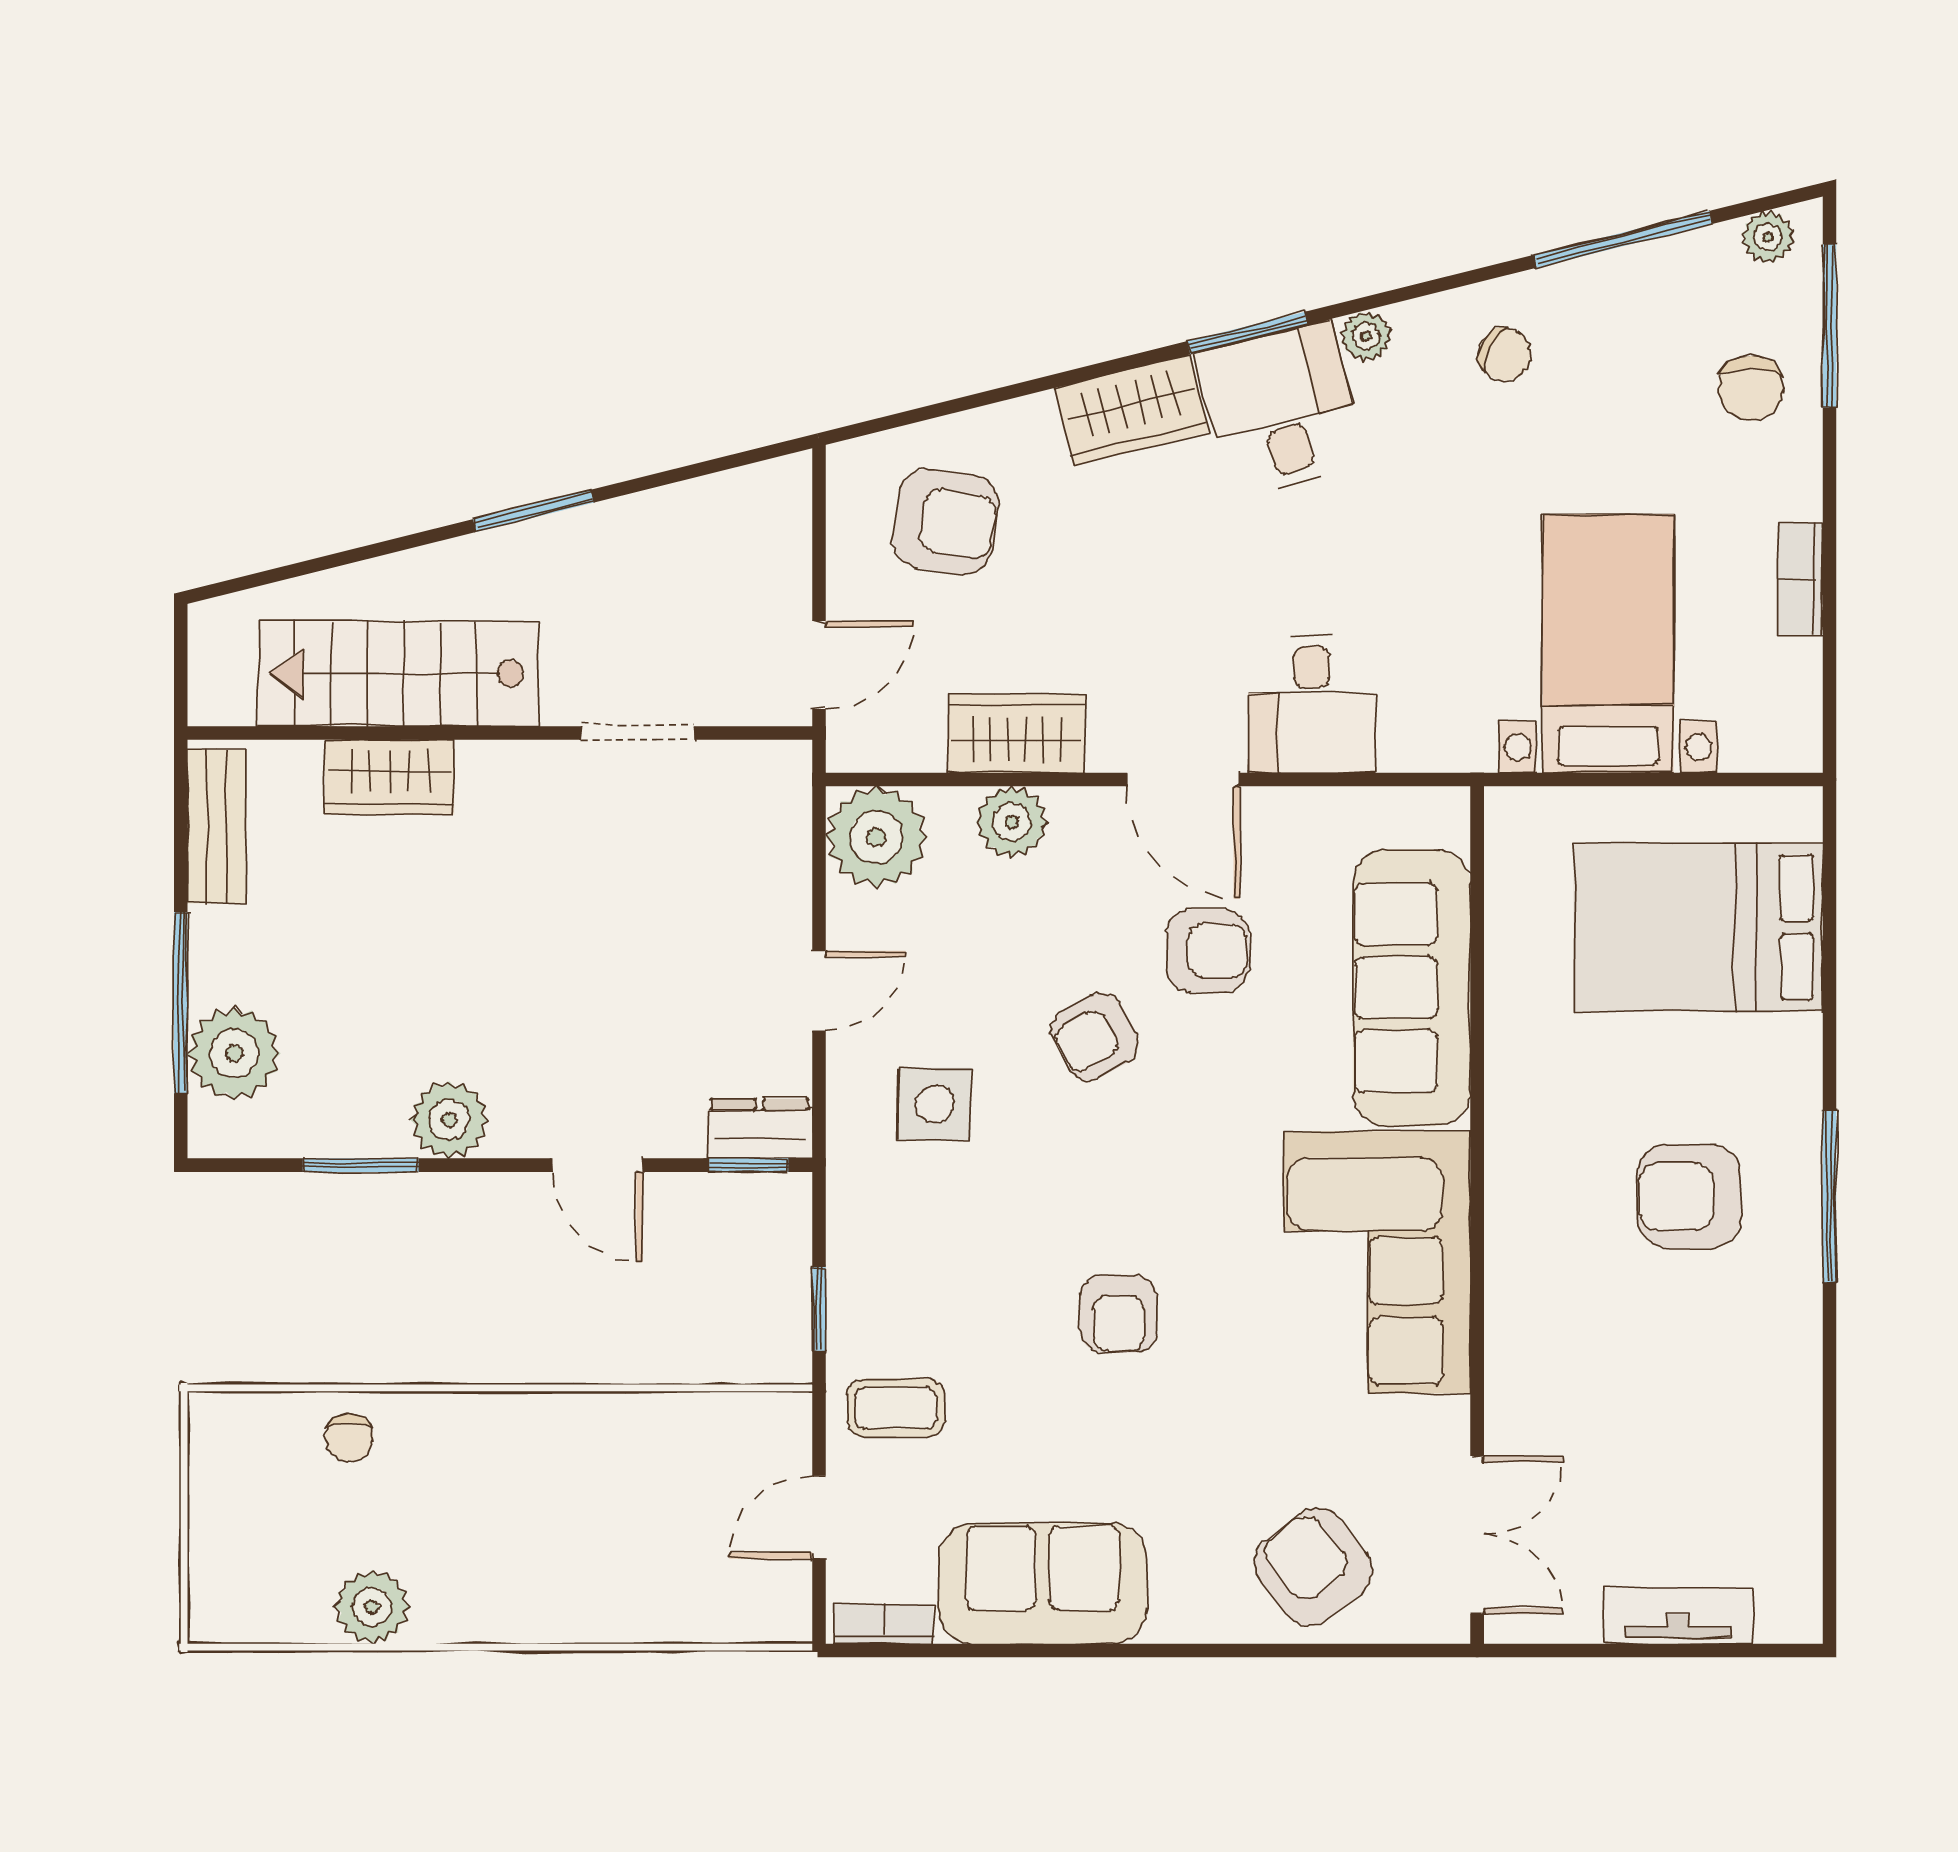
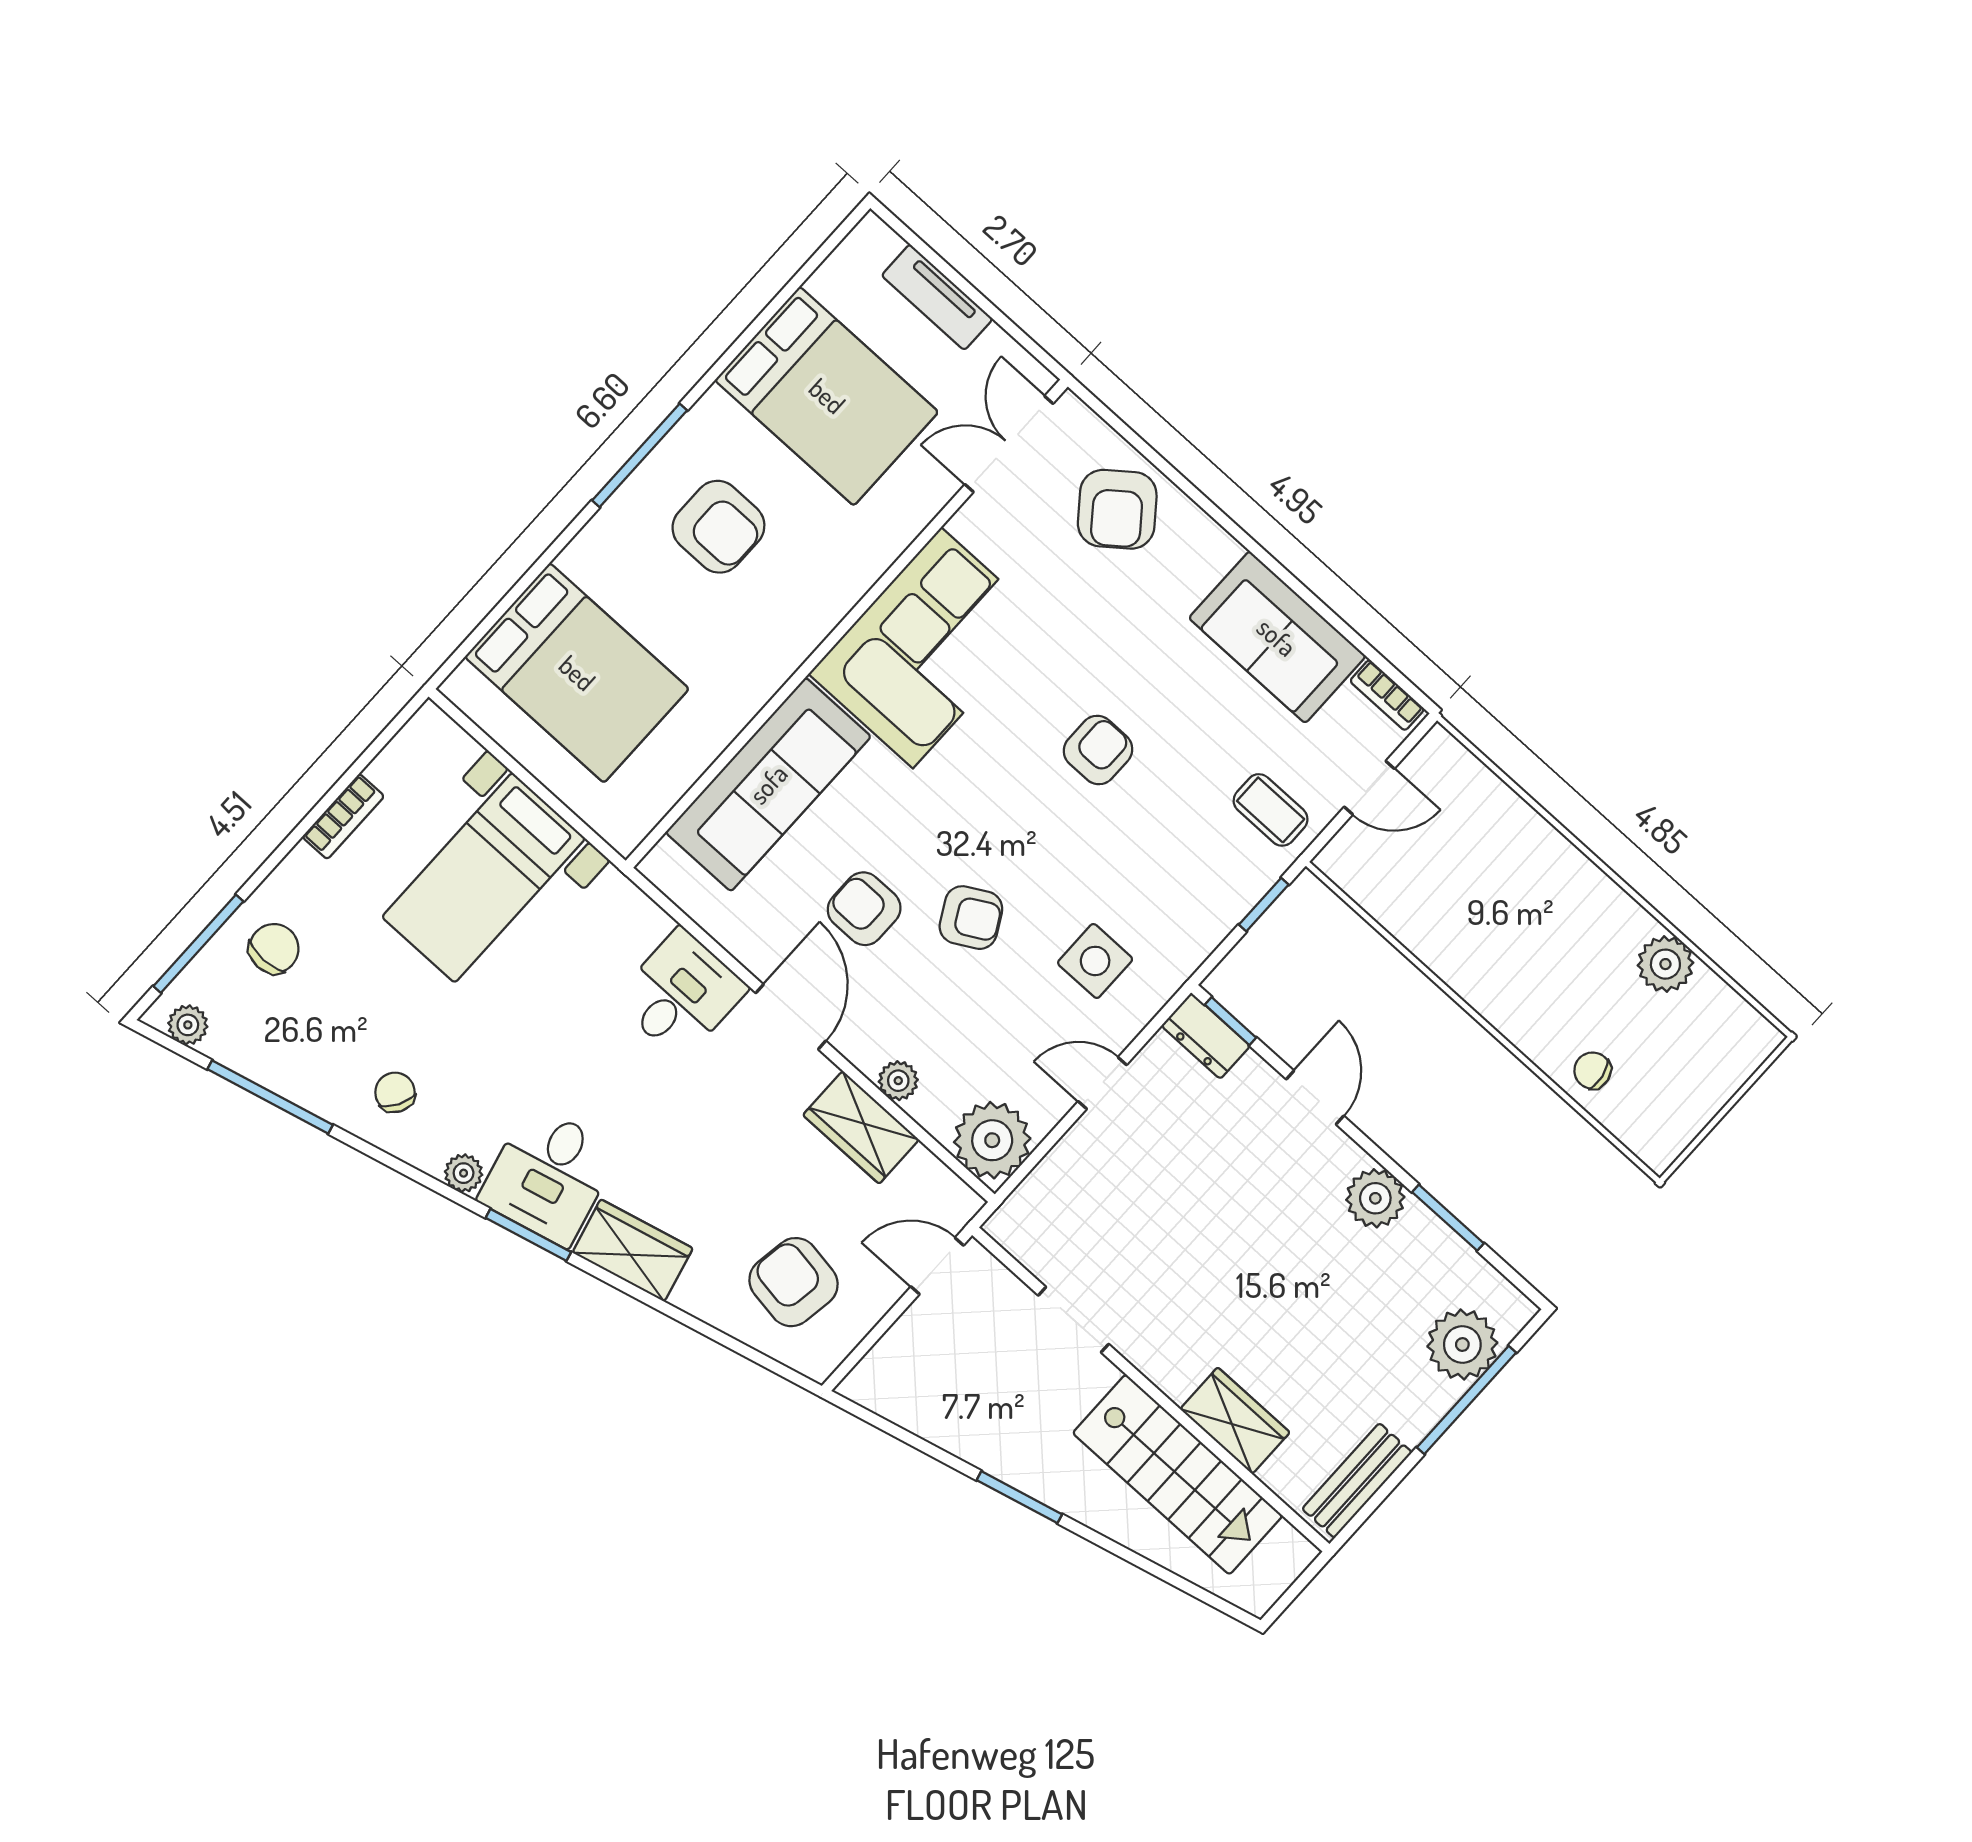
plant: (1012, 822) -> (898, 1081), width x0.73, depth x0.73
bed: (1699, 1420) -> (827, 396), added
chair: (349, 1438) -> (1592, 1071), turned -100

